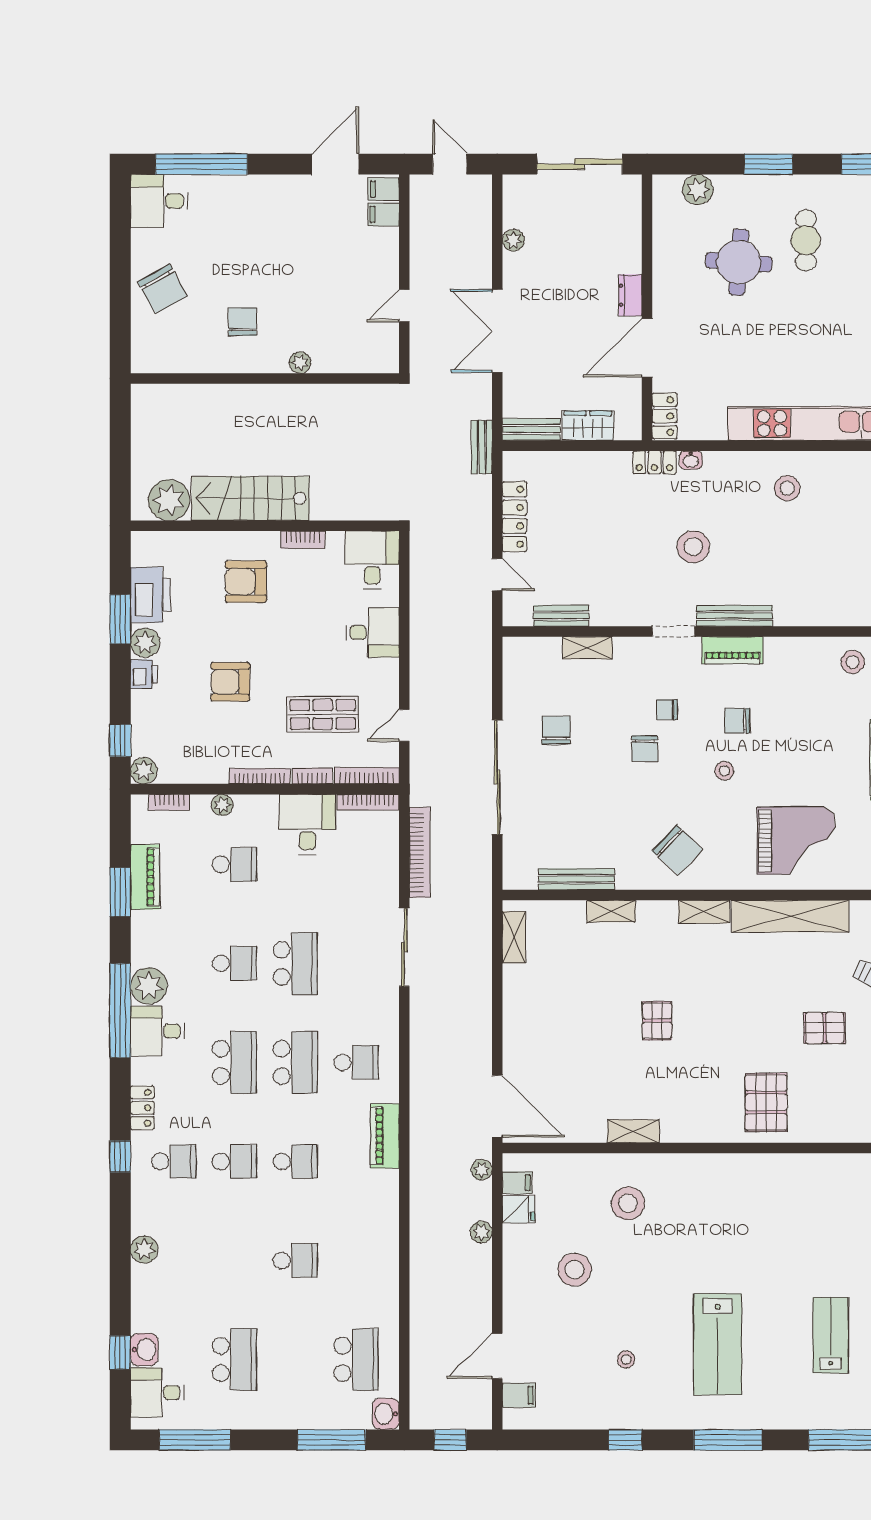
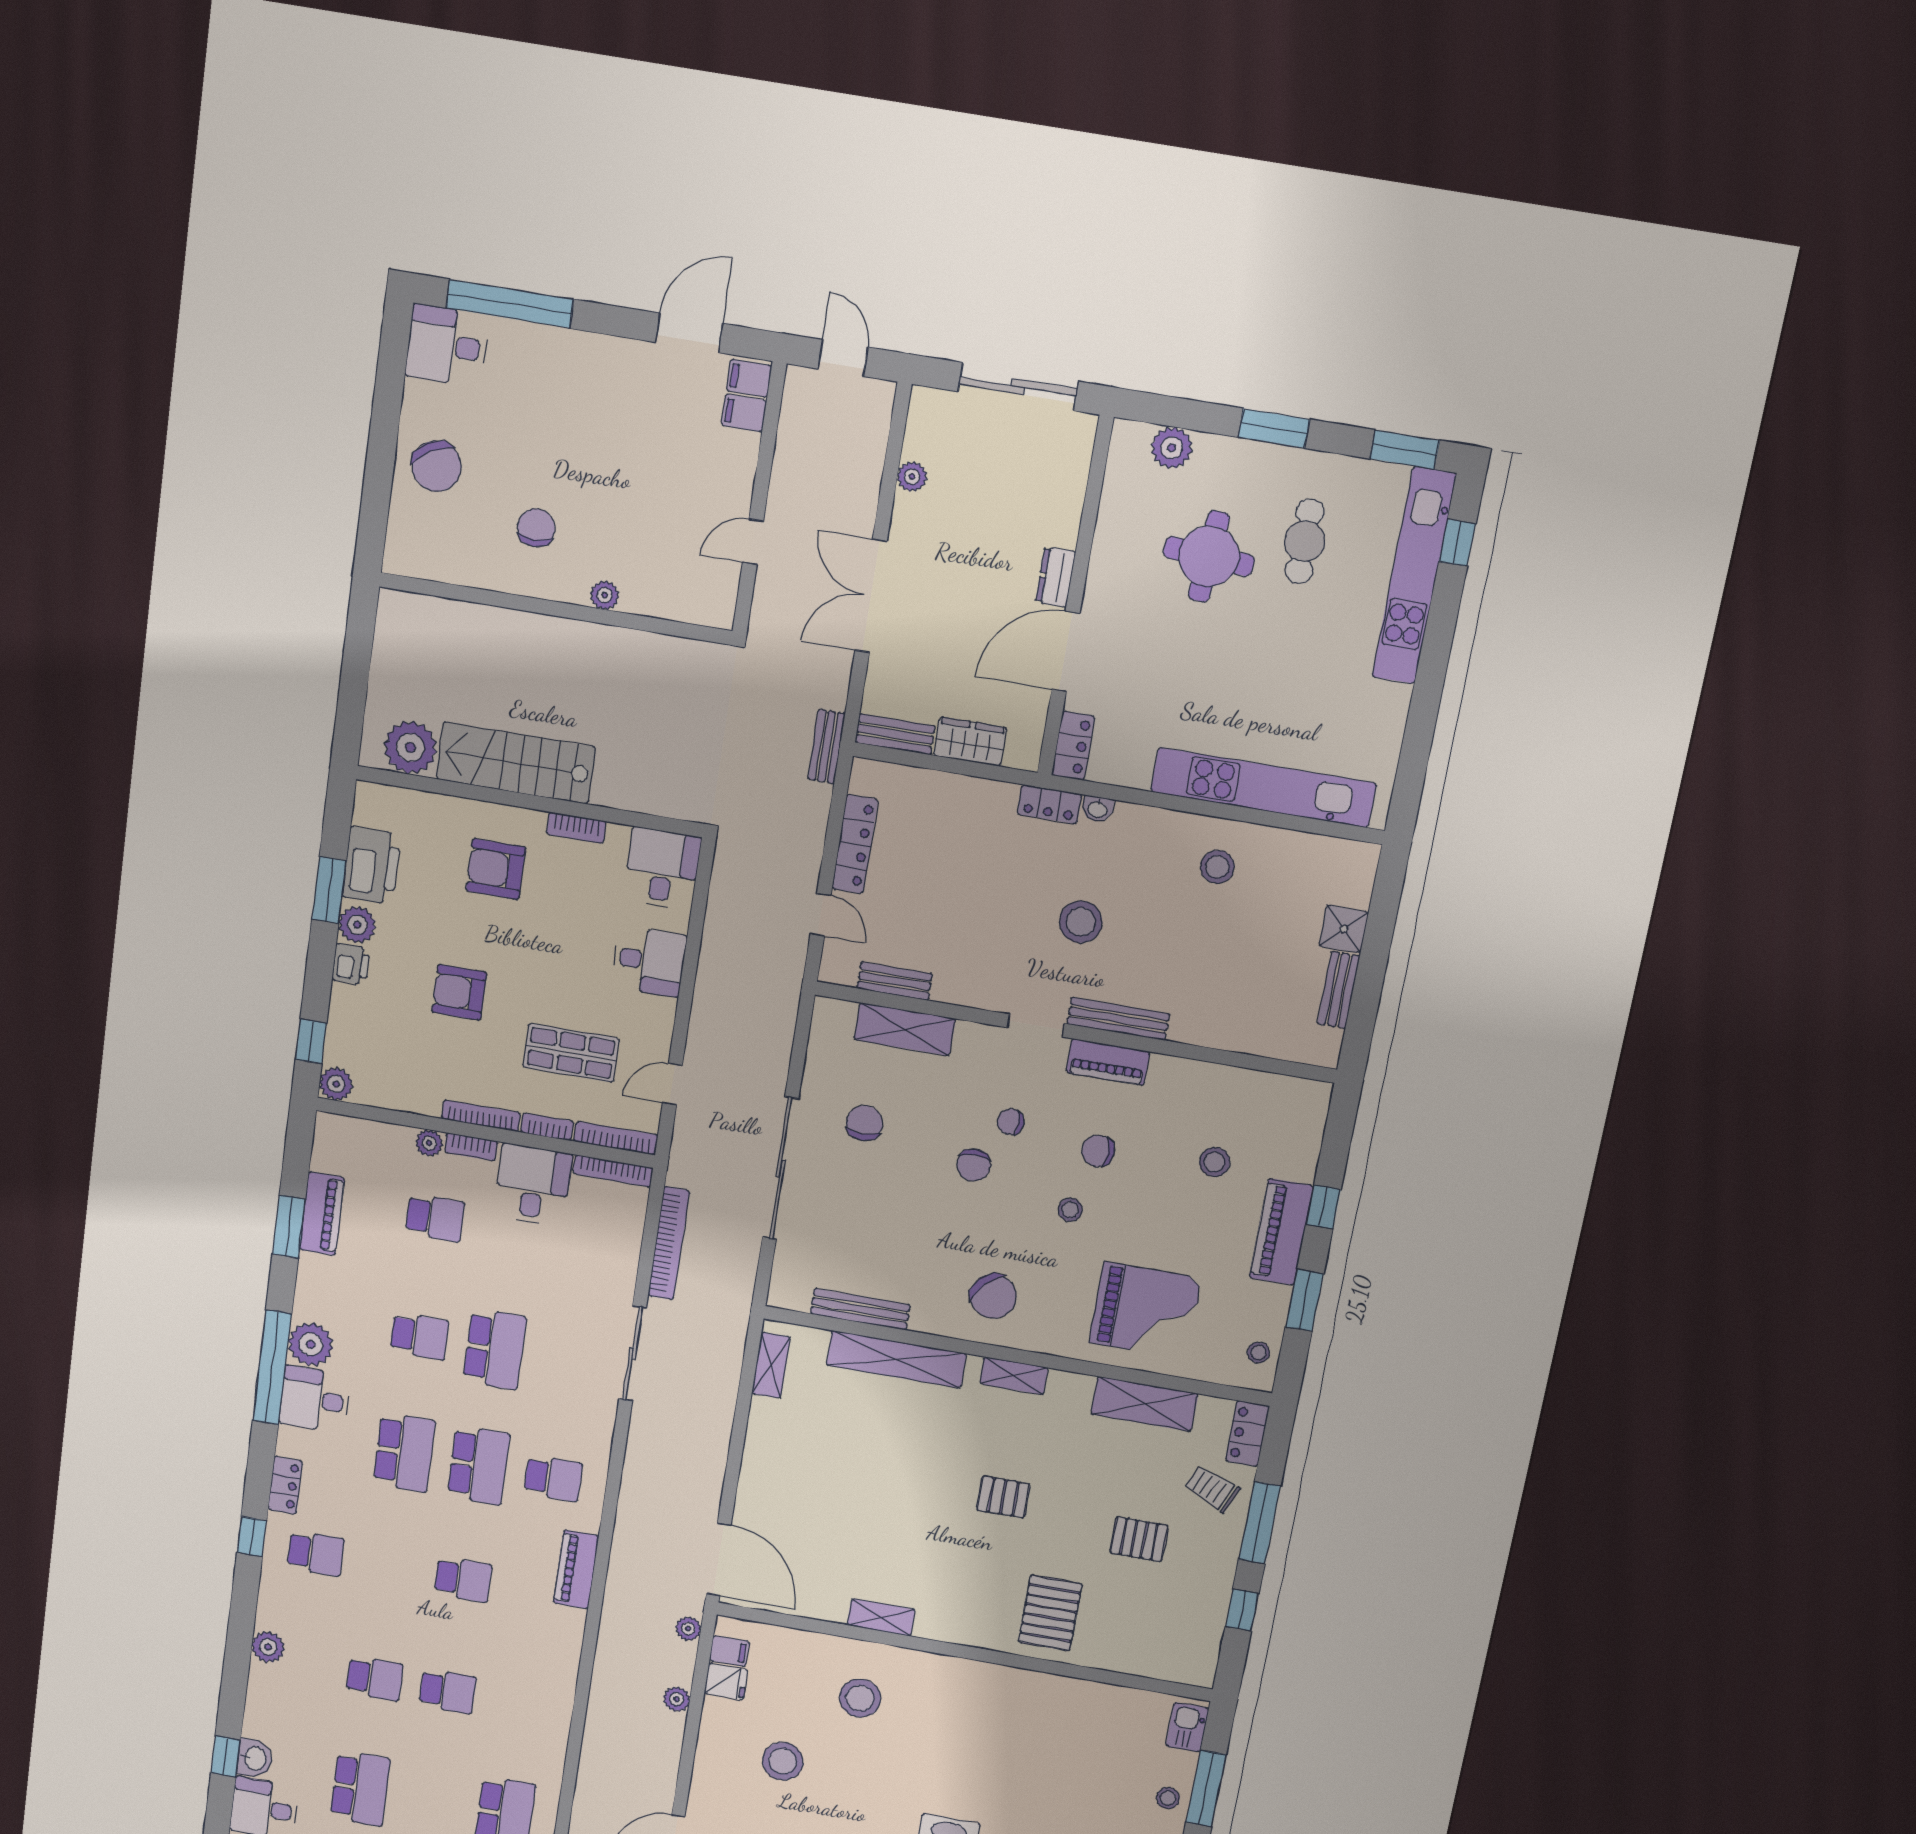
shelving: (587, 648) -> (905, 1029), width x1.50, depth x1.33
stool: (853, 662) -> (1215, 1162), moved
bookcase: (169, 802) -> (471, 1147), moved
shelving: (611, 911) -> (896, 1359), width x2.20, depth x1.33
shelving: (790, 916) -> (1145, 1404), width x0.68
pallet: (657, 1021) -> (1003, 1497), moved, turned 90
school desk: (234, 1161) -> (375, 1678), moved

